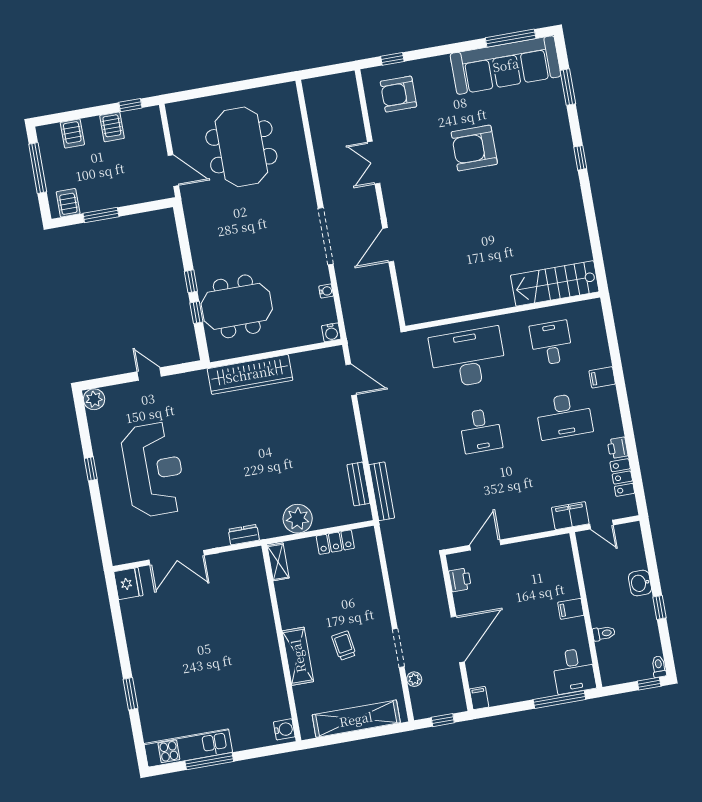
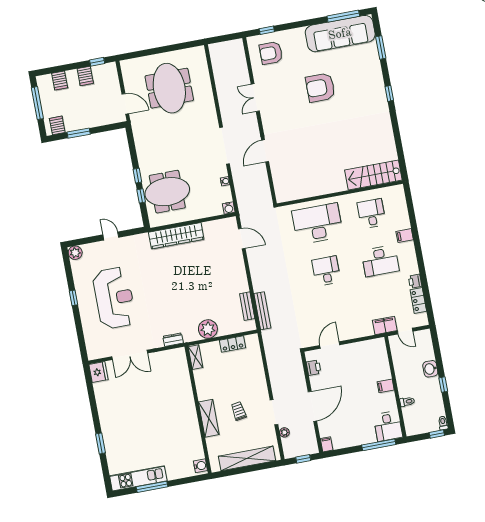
desk: (481, 431) -> (326, 271), turned 180

